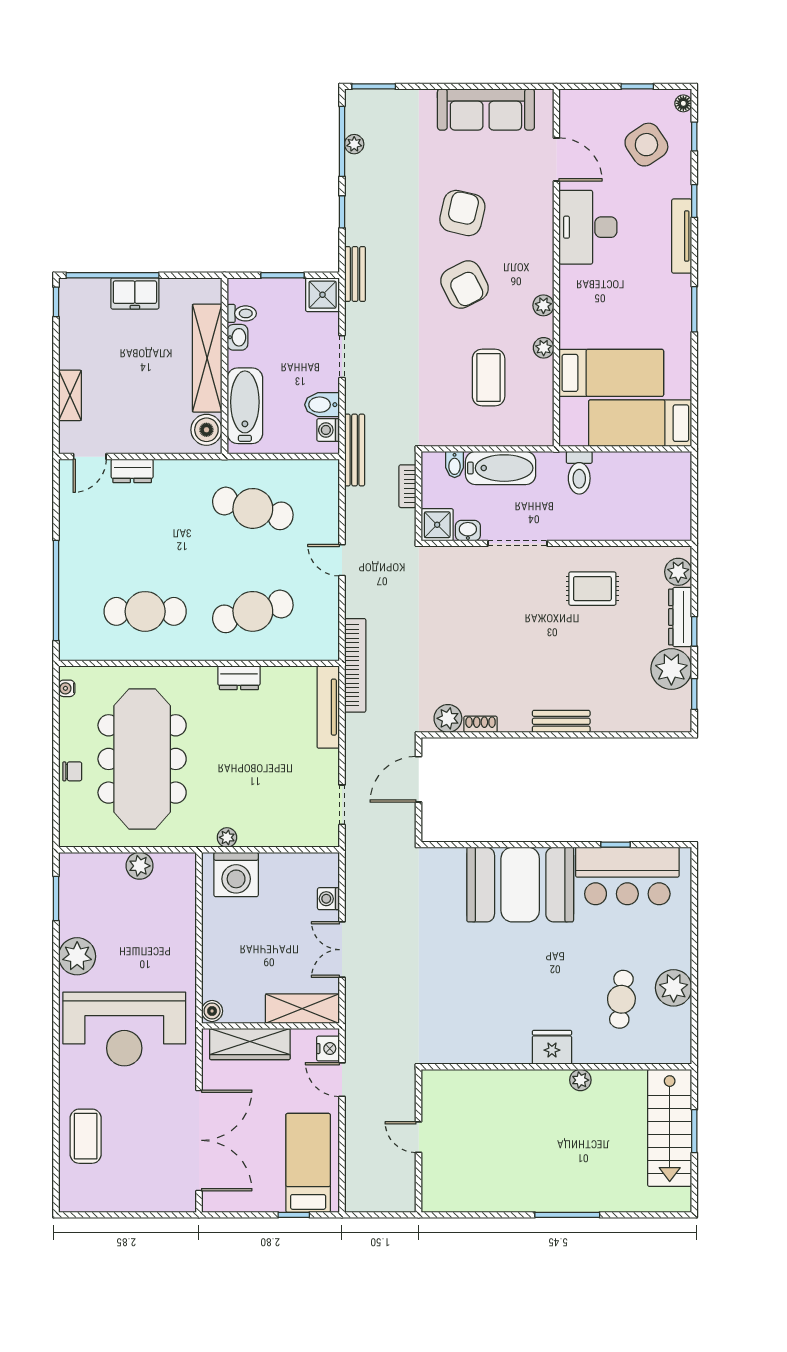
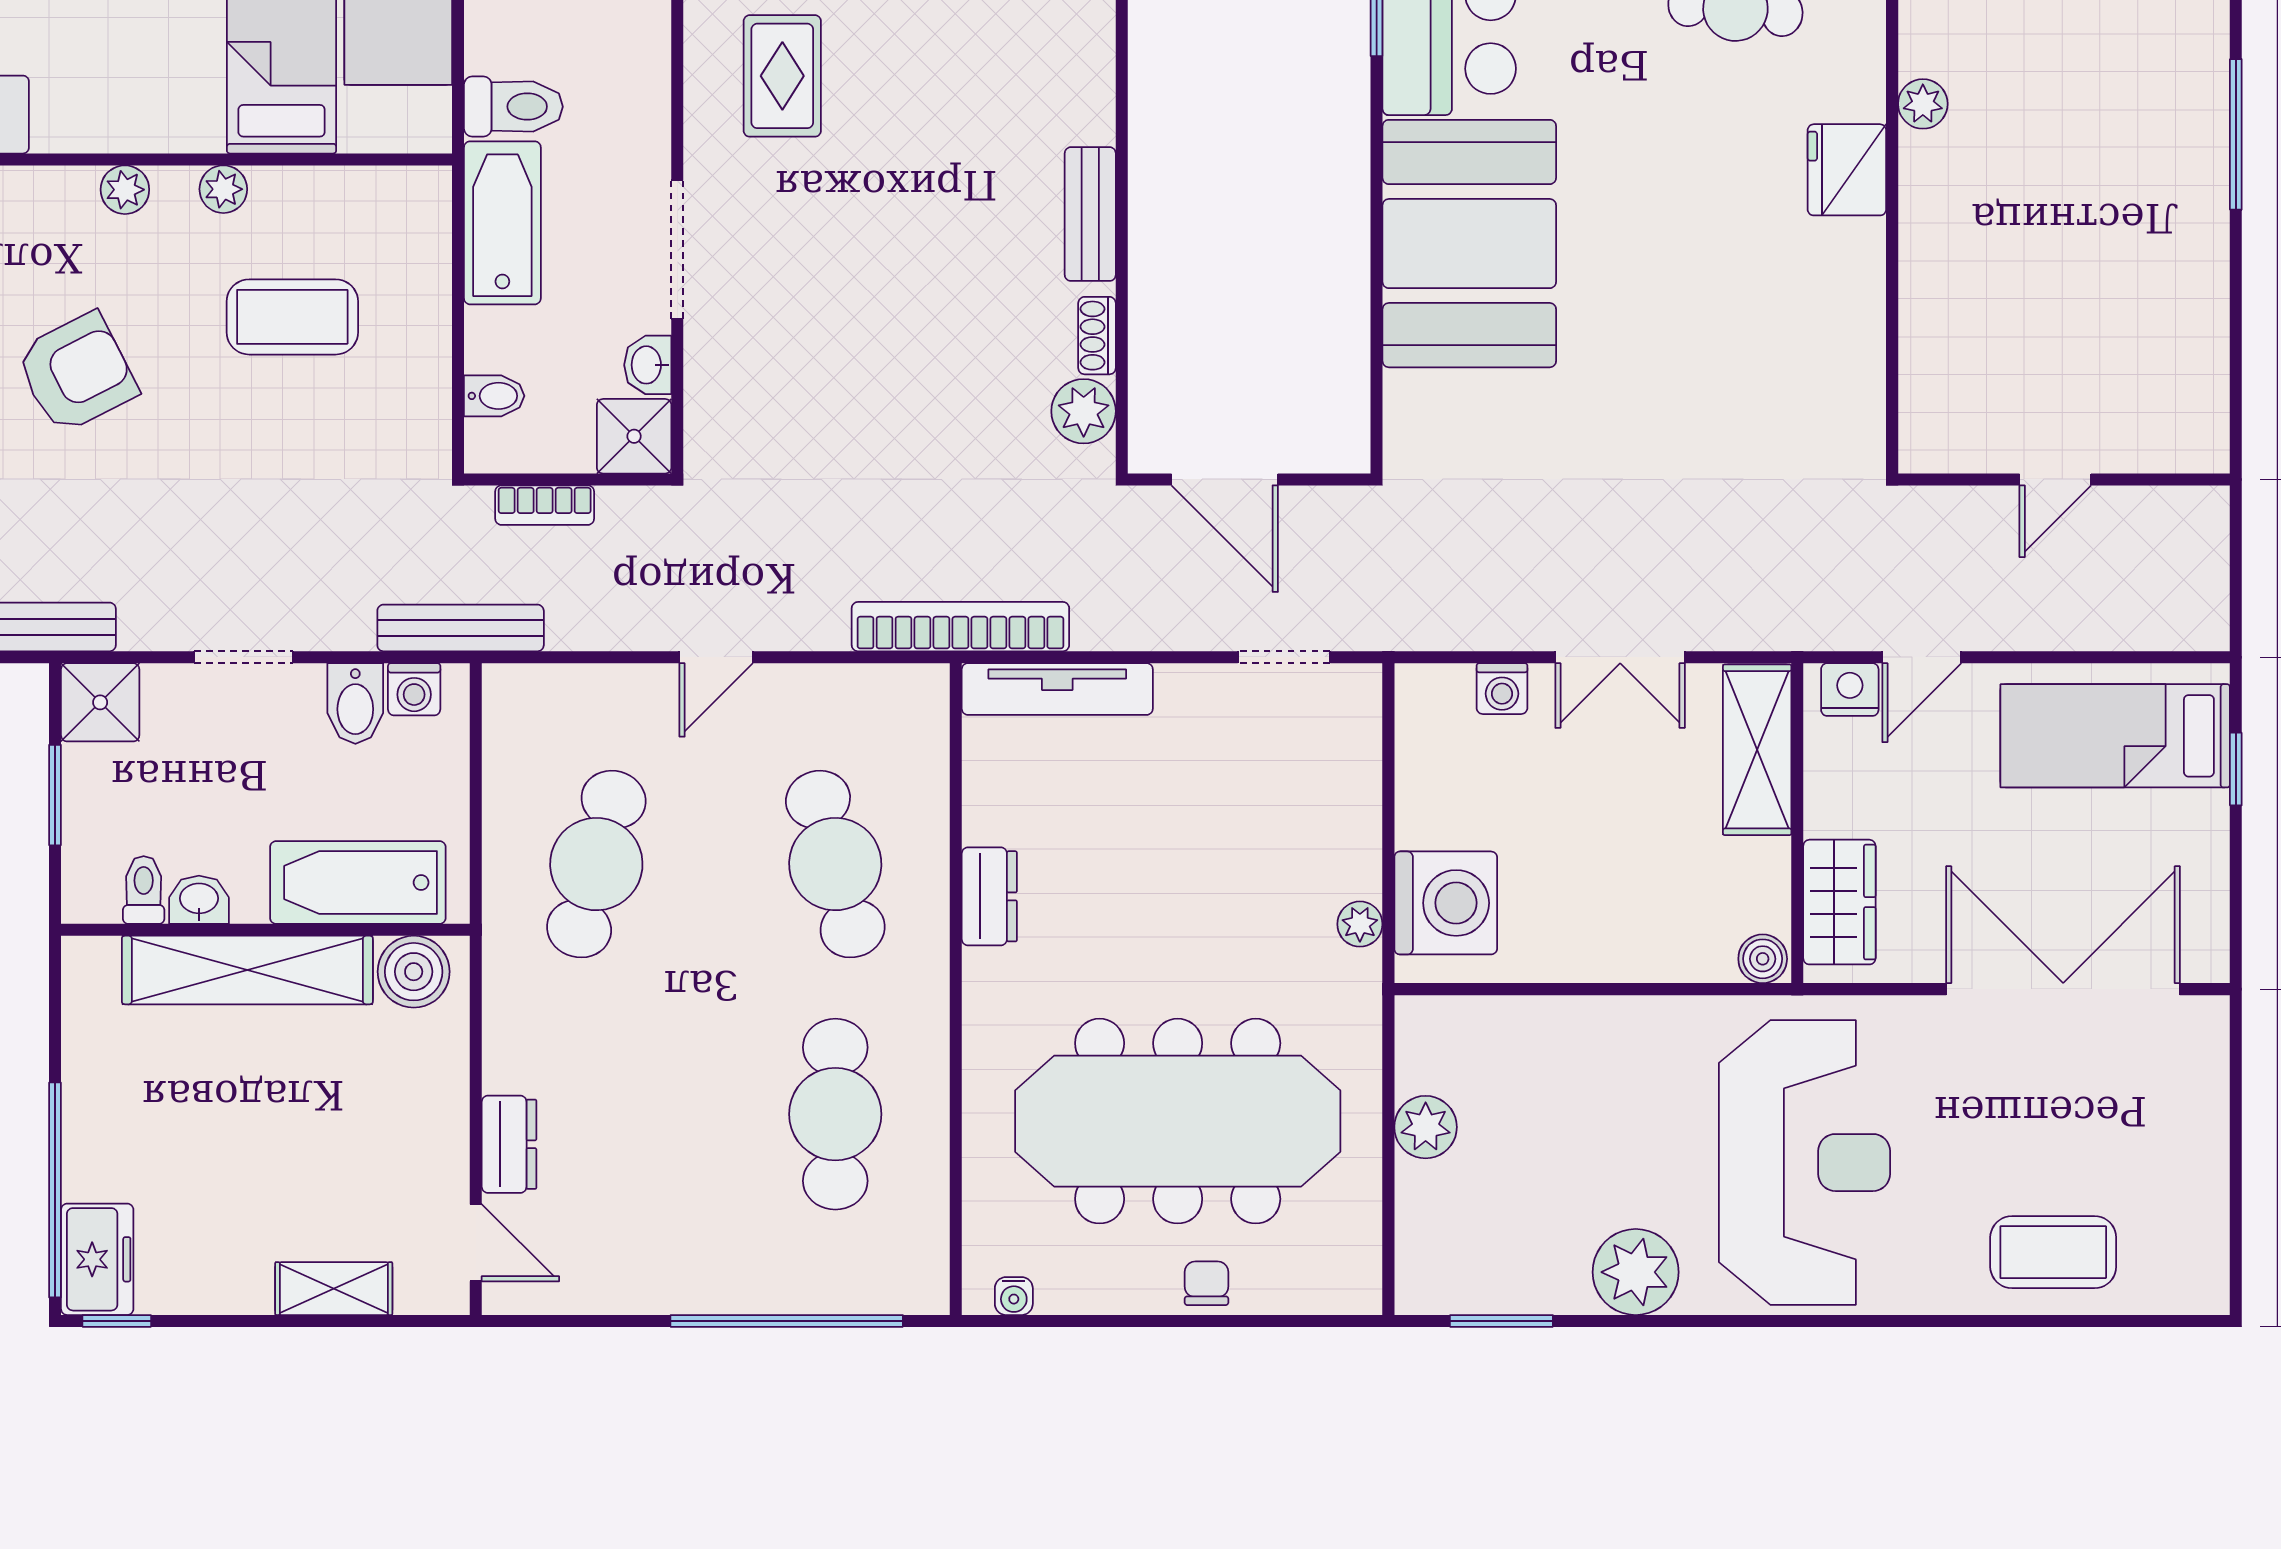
freezer: (135, 293) -> (97, 1259), moved
bathtub: (501, 468) -> (502, 223), moved
bench: (561, 721) -> (1090, 214), moved
wardrobe: (250, 1044) -> (1839, 902), width x0.67

